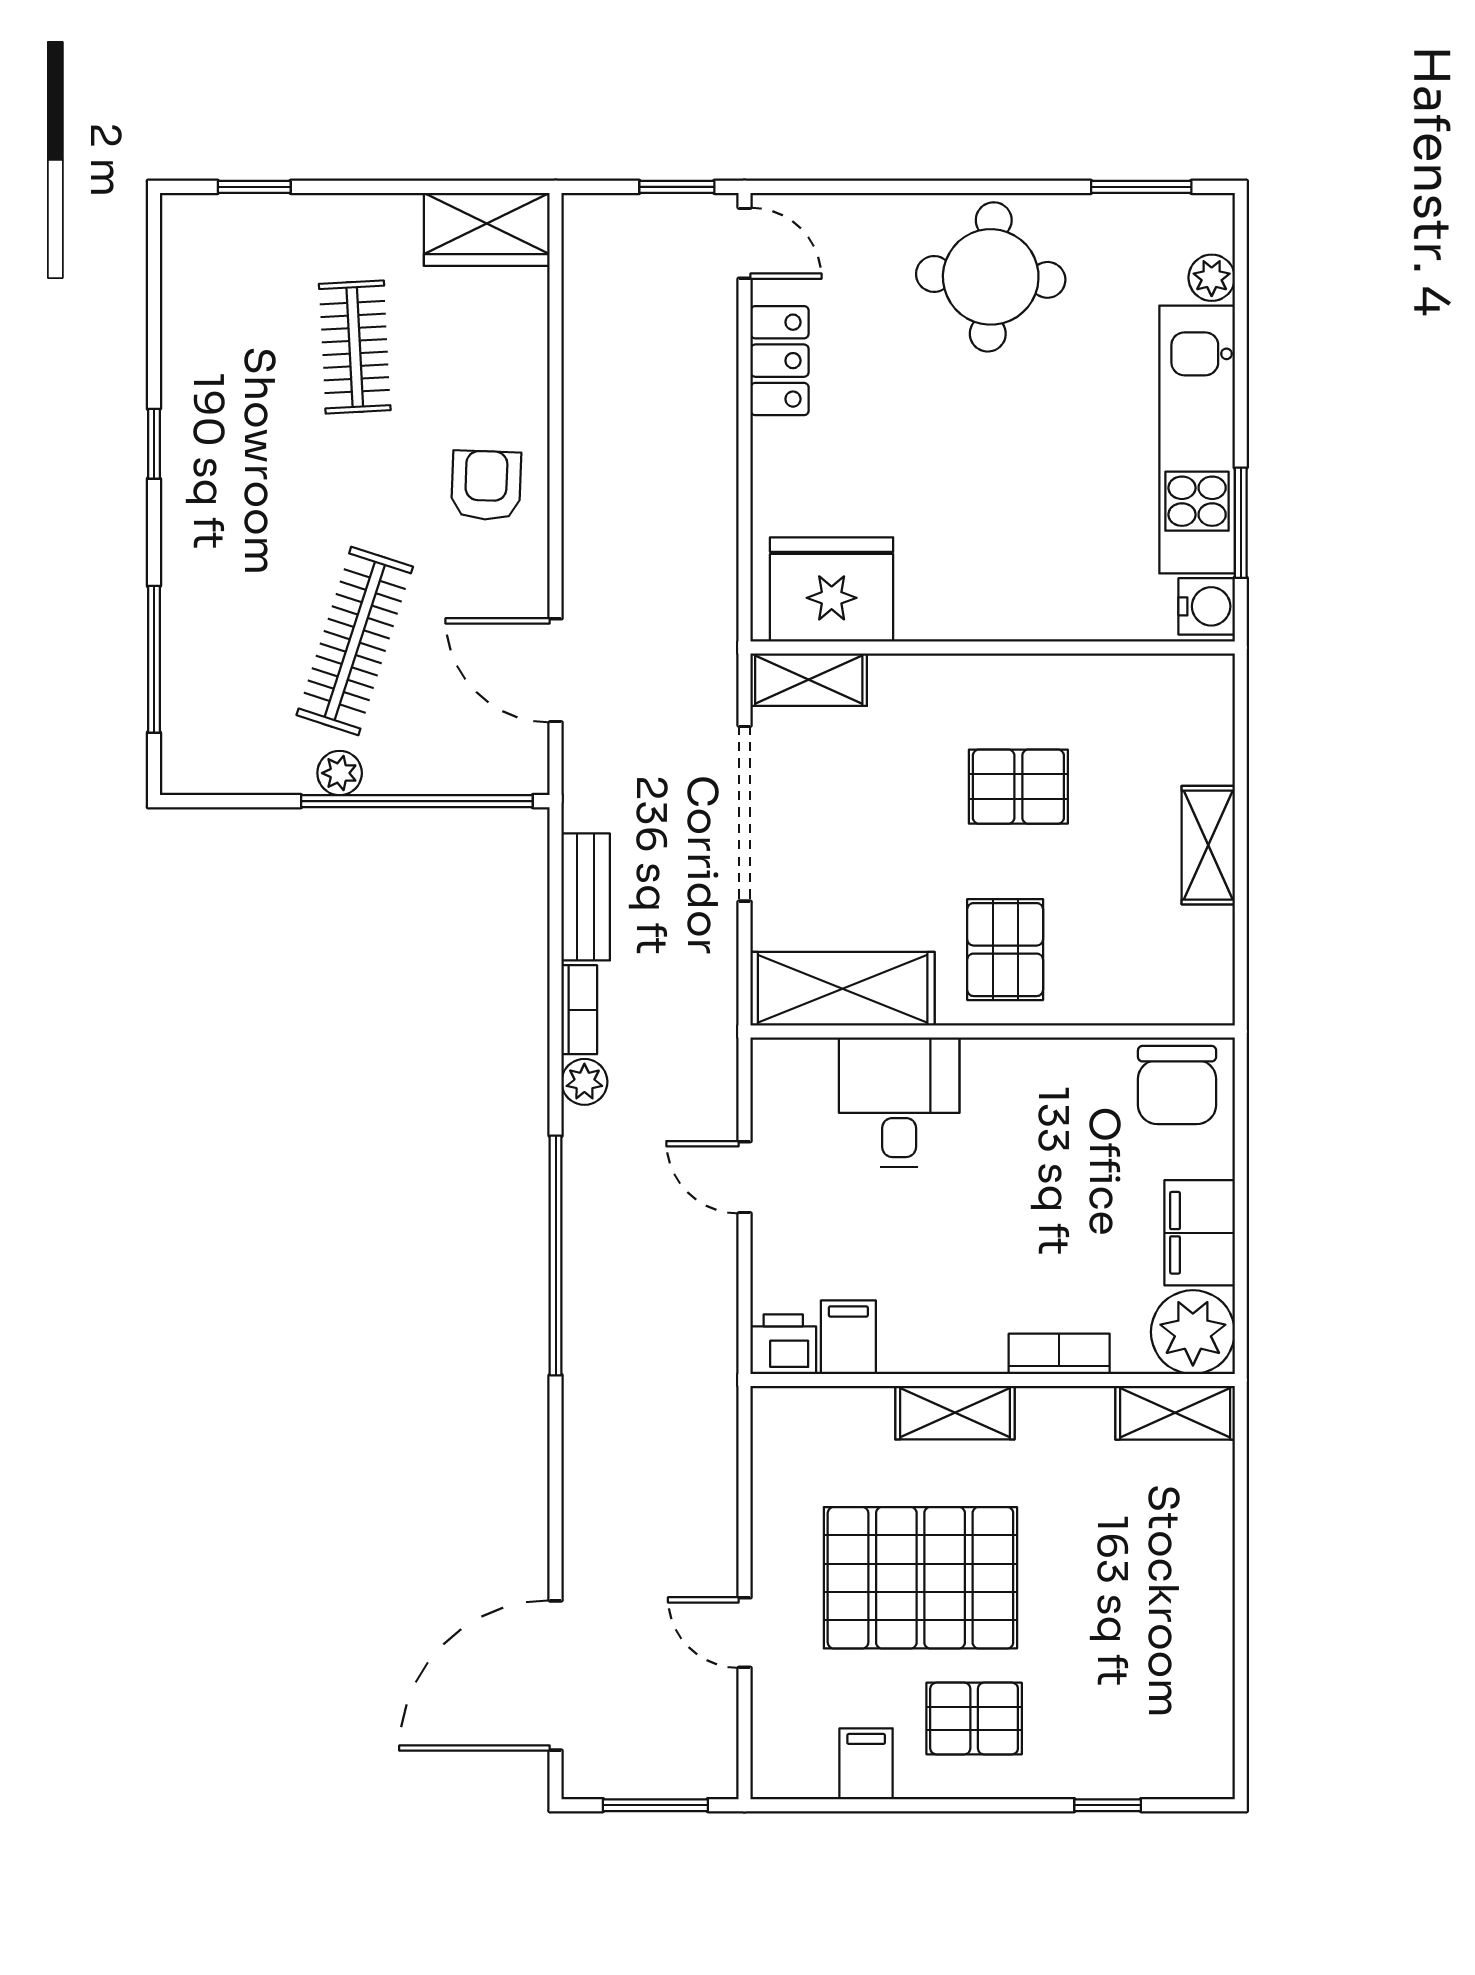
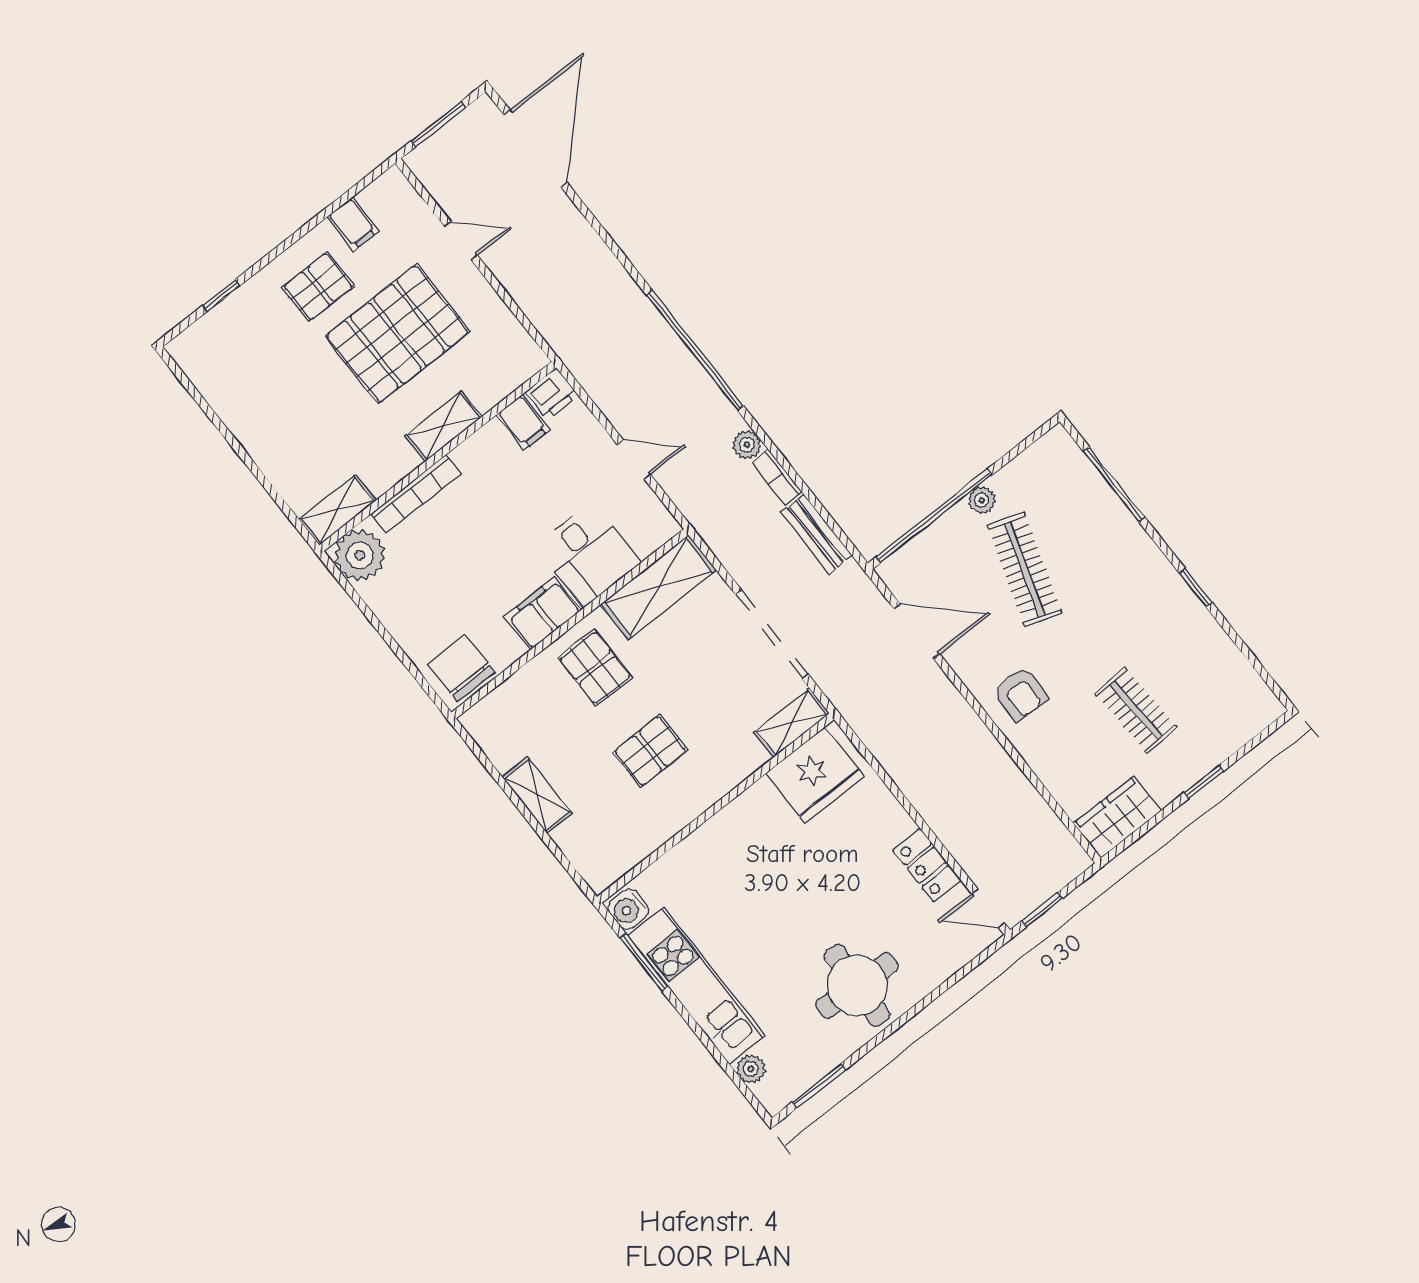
window: (254, 187) -> (1204, 782), moved
filing cabinet: (1200, 1233) -> (543, 613), moved, turned -90
bookcase: (1059, 1354) -> (416, 494), width x1.56

